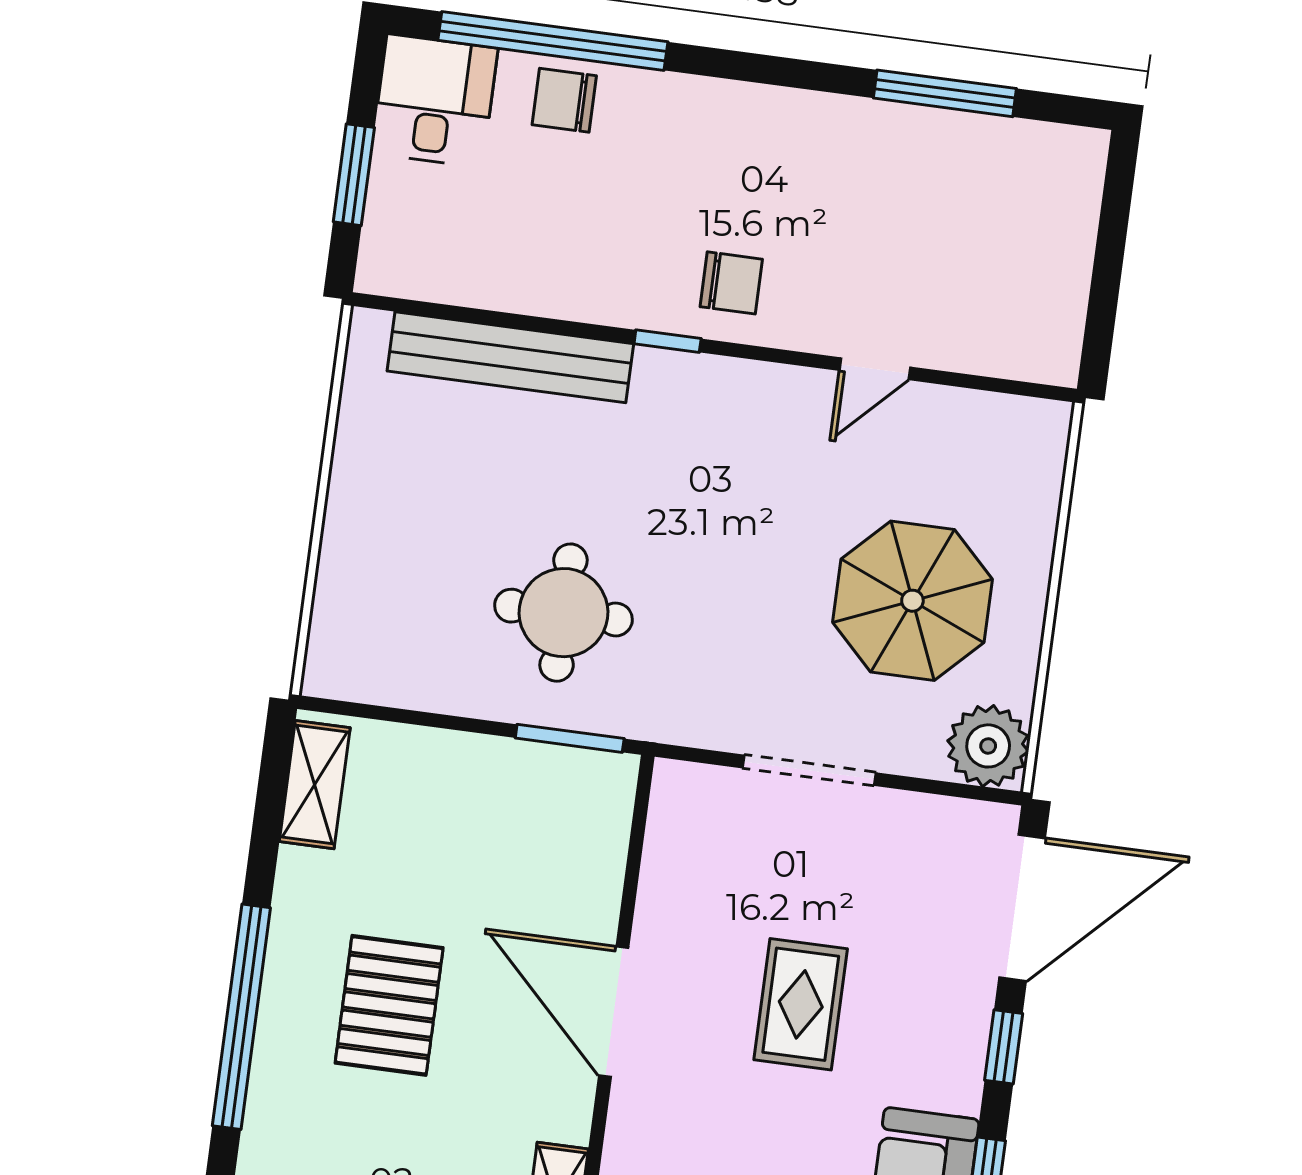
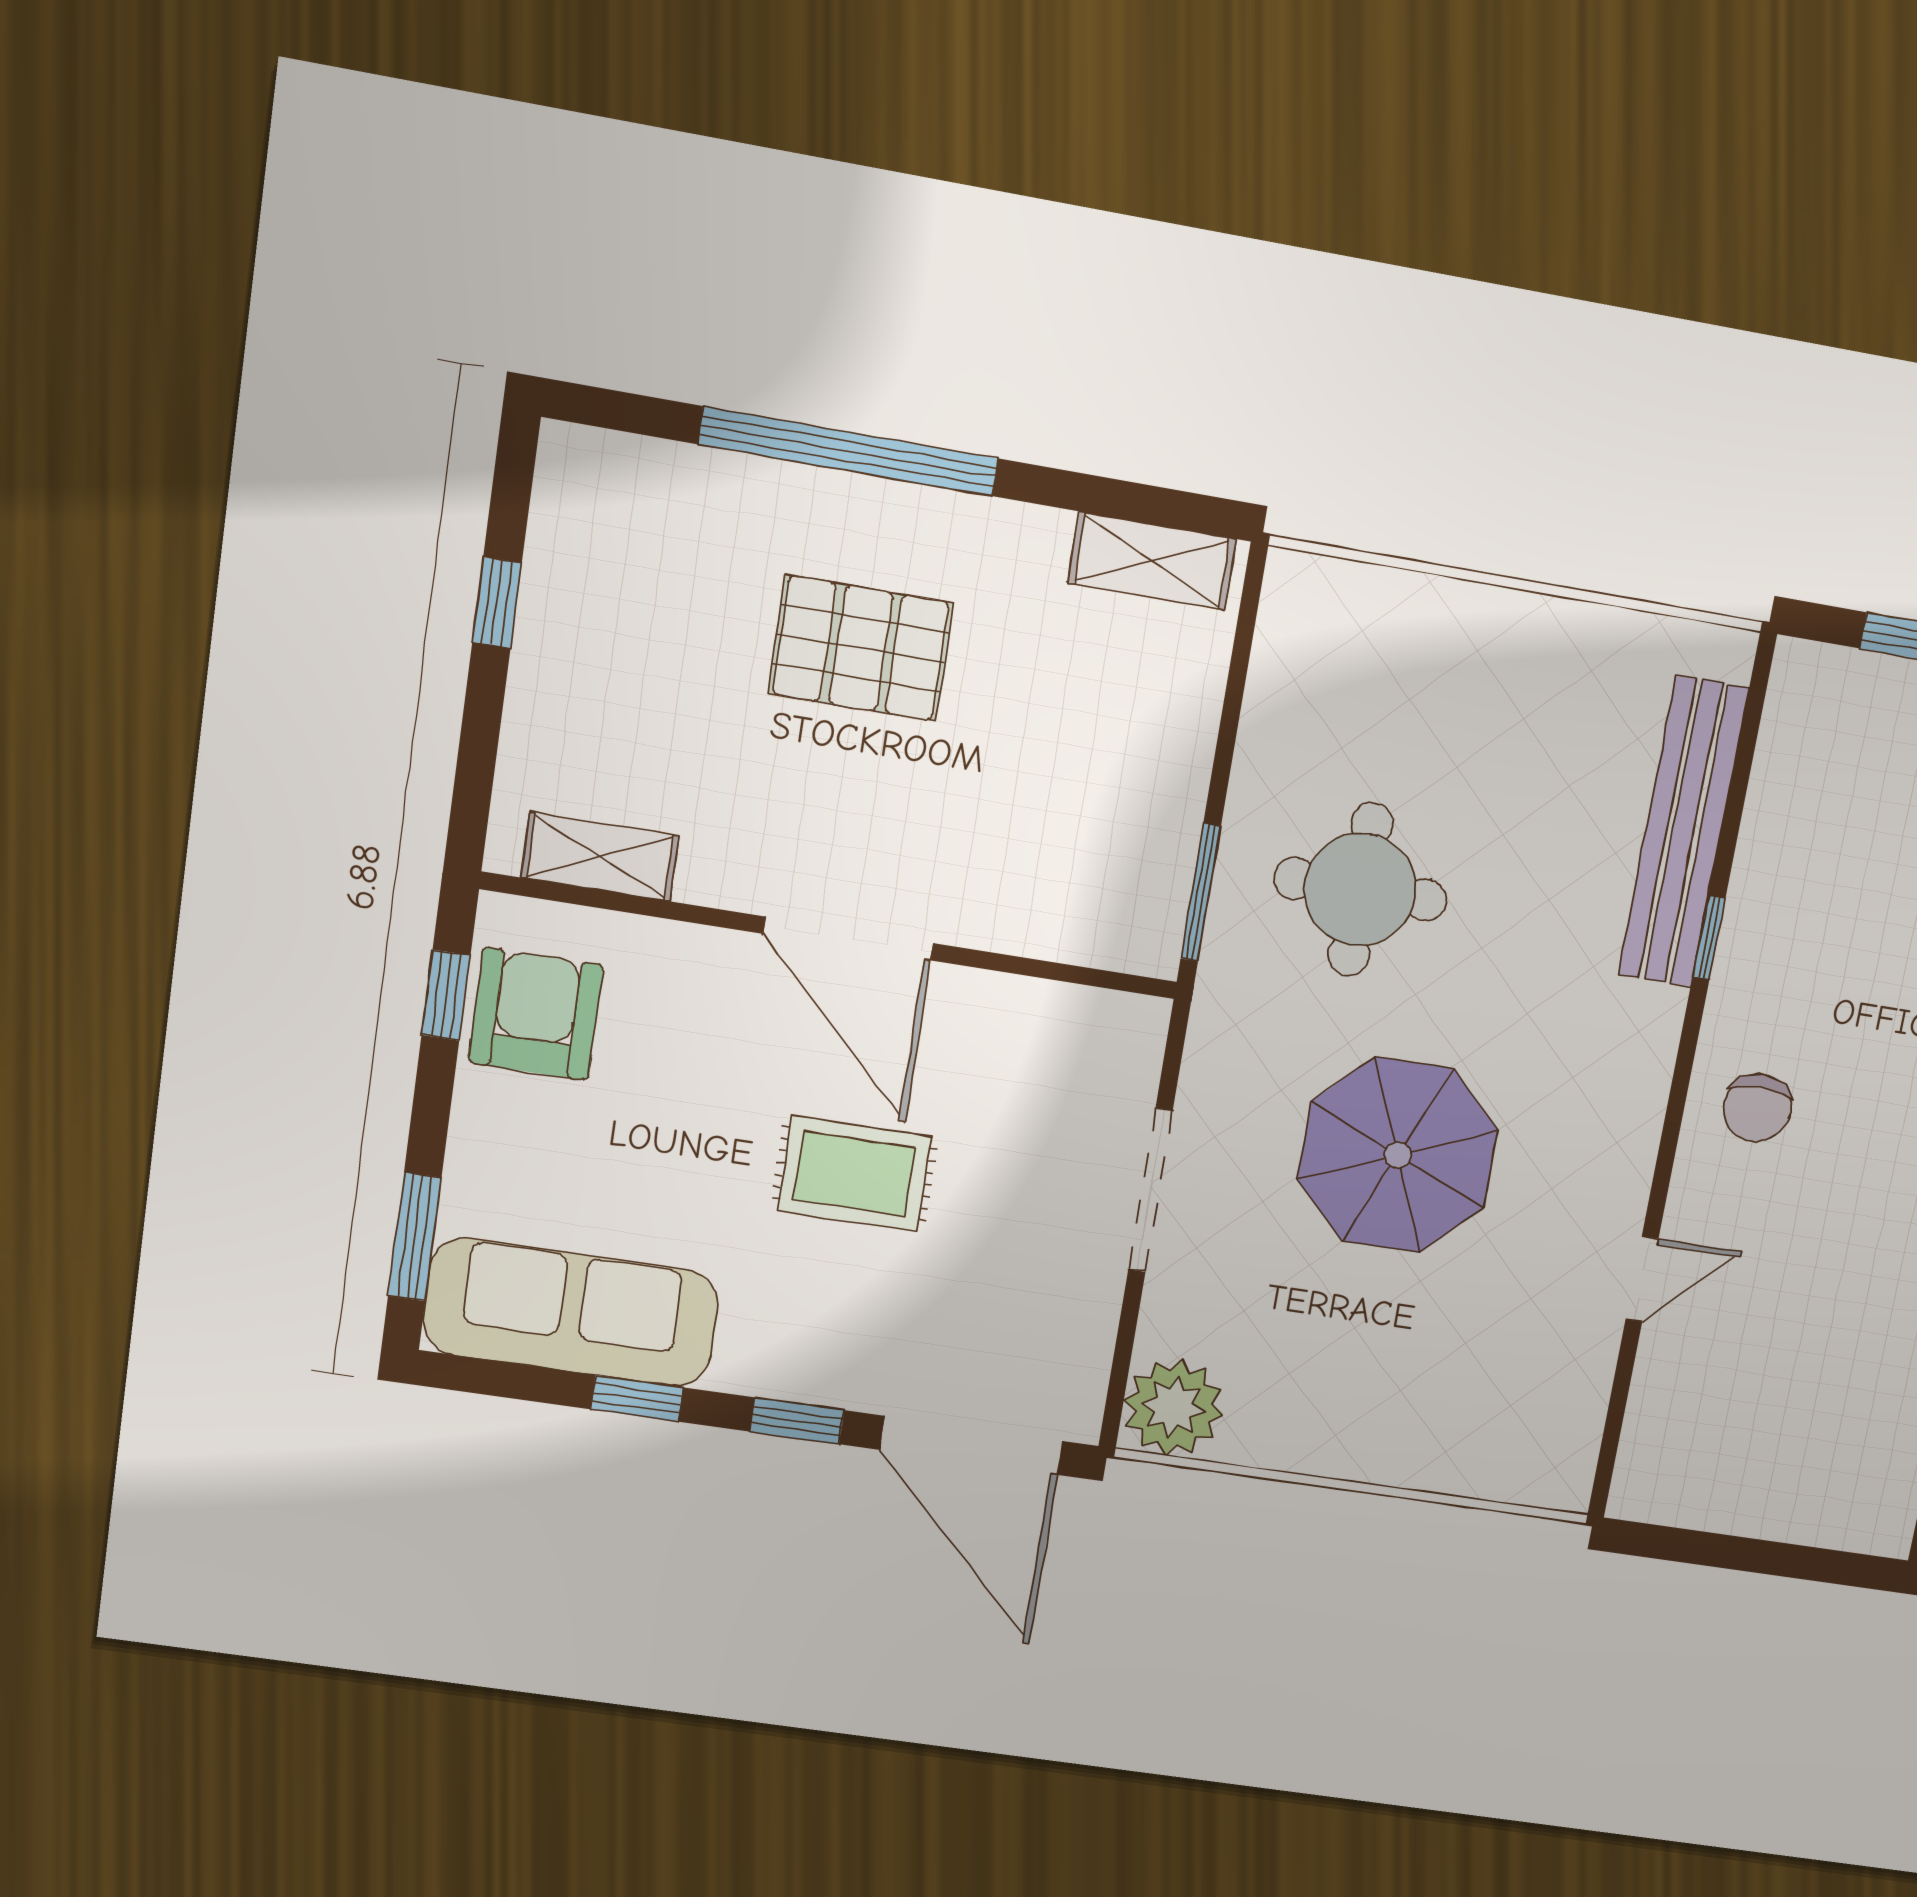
window: (668, 341) -> (1709, 938), moved
door: (875, 369) -> (1642, 1279), swing flipped
parasol: (912, 601) -> (1398, 1155), moved
door: (614, 1012) -> (848, 939), swing flipped

